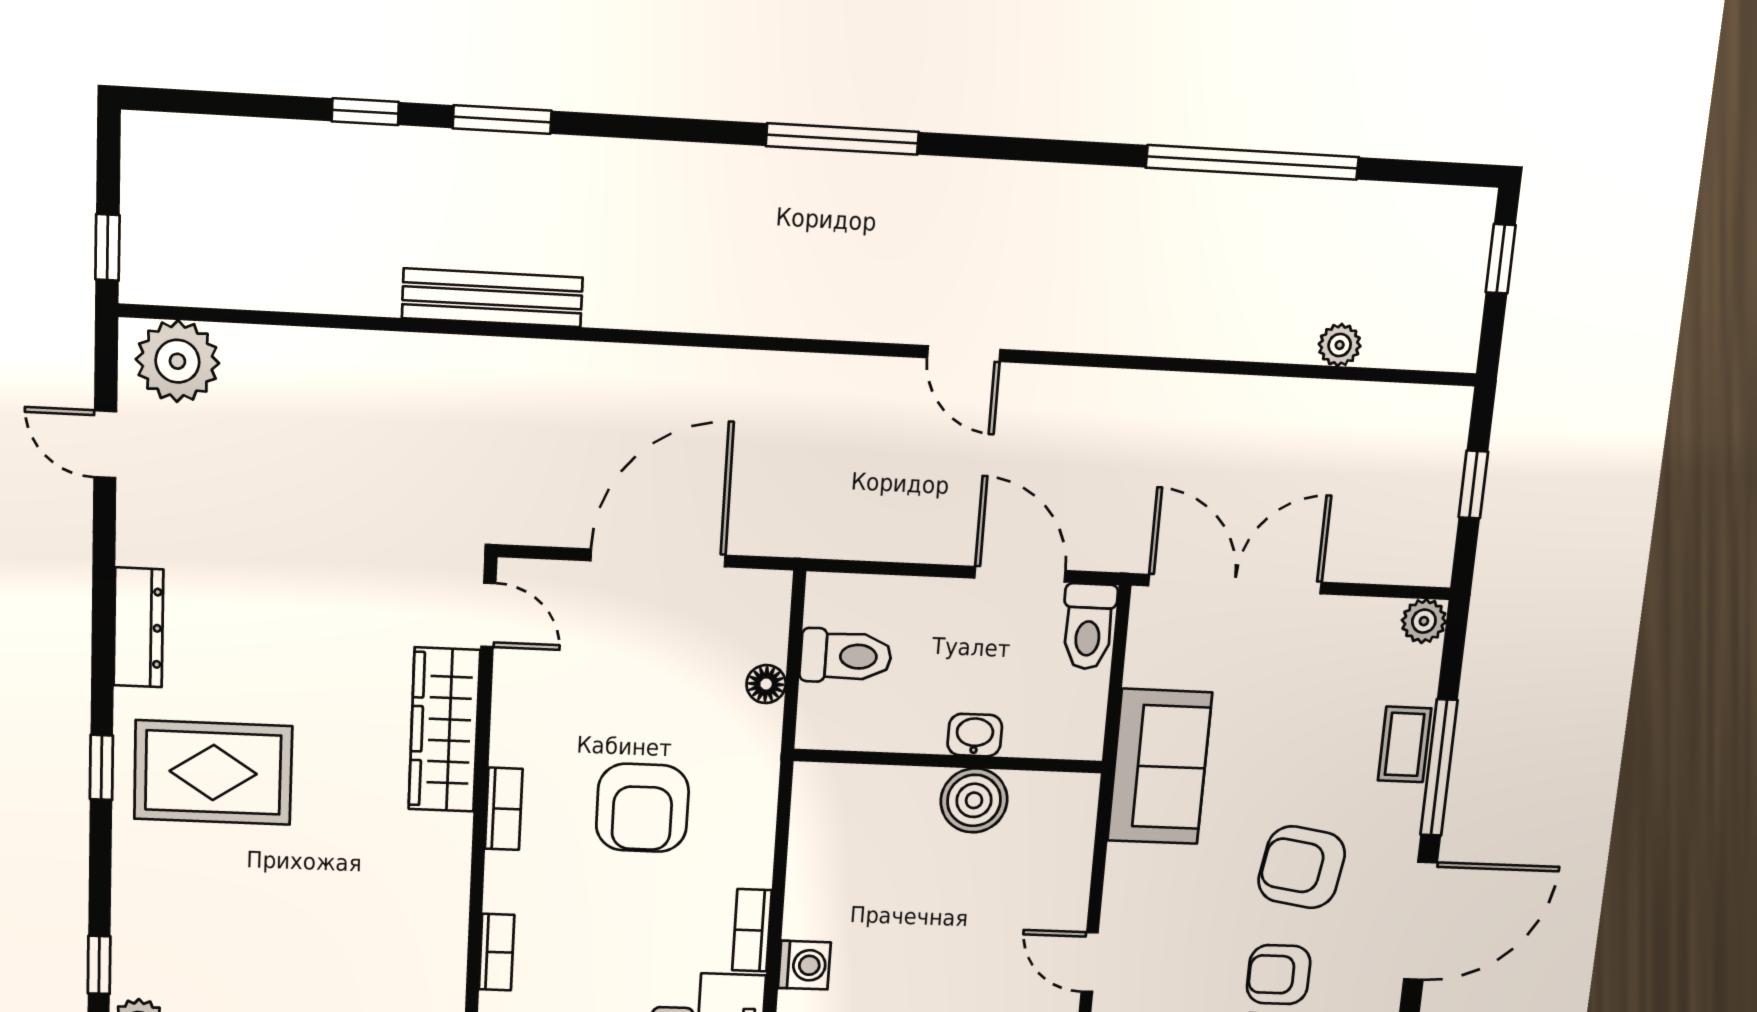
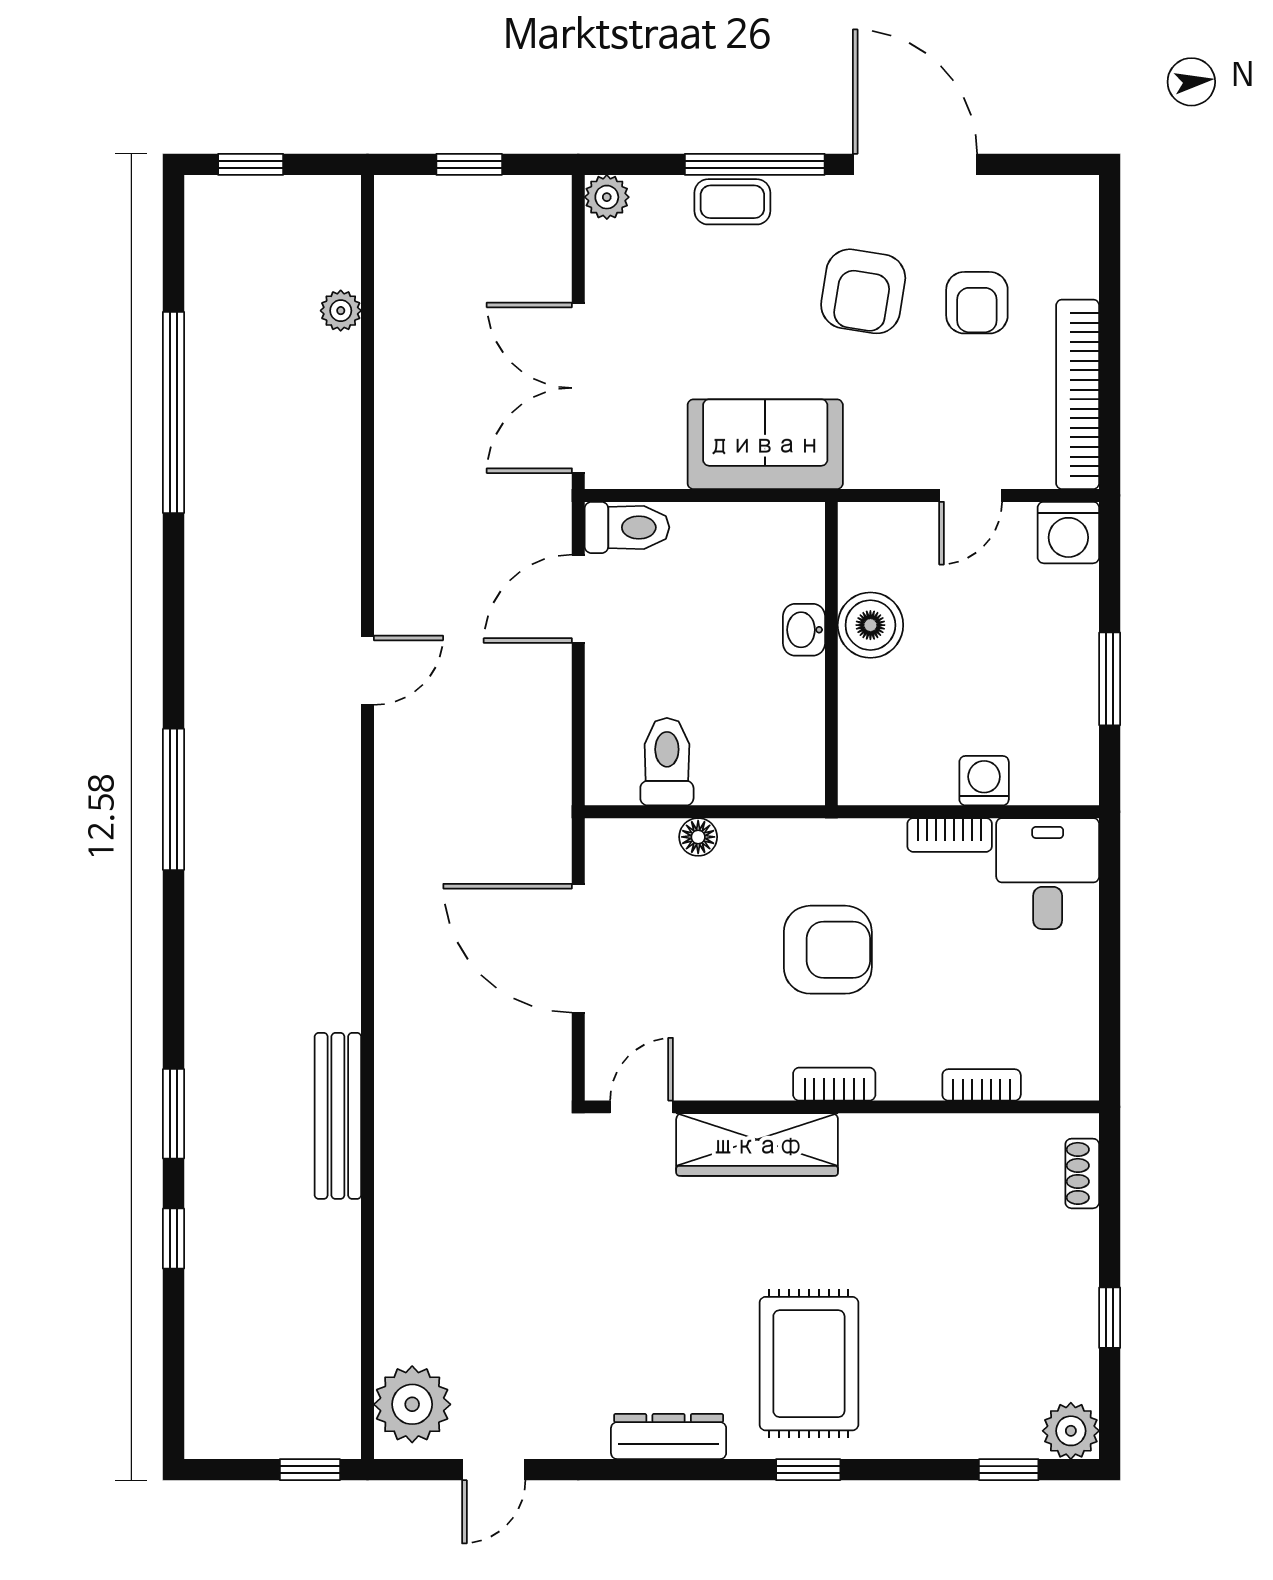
washbasin: (975, 735) -> (804, 630), moved
wall: (948, 761) -> (831, 654), moved
boiler: (974, 800) -> (870, 625), moved

